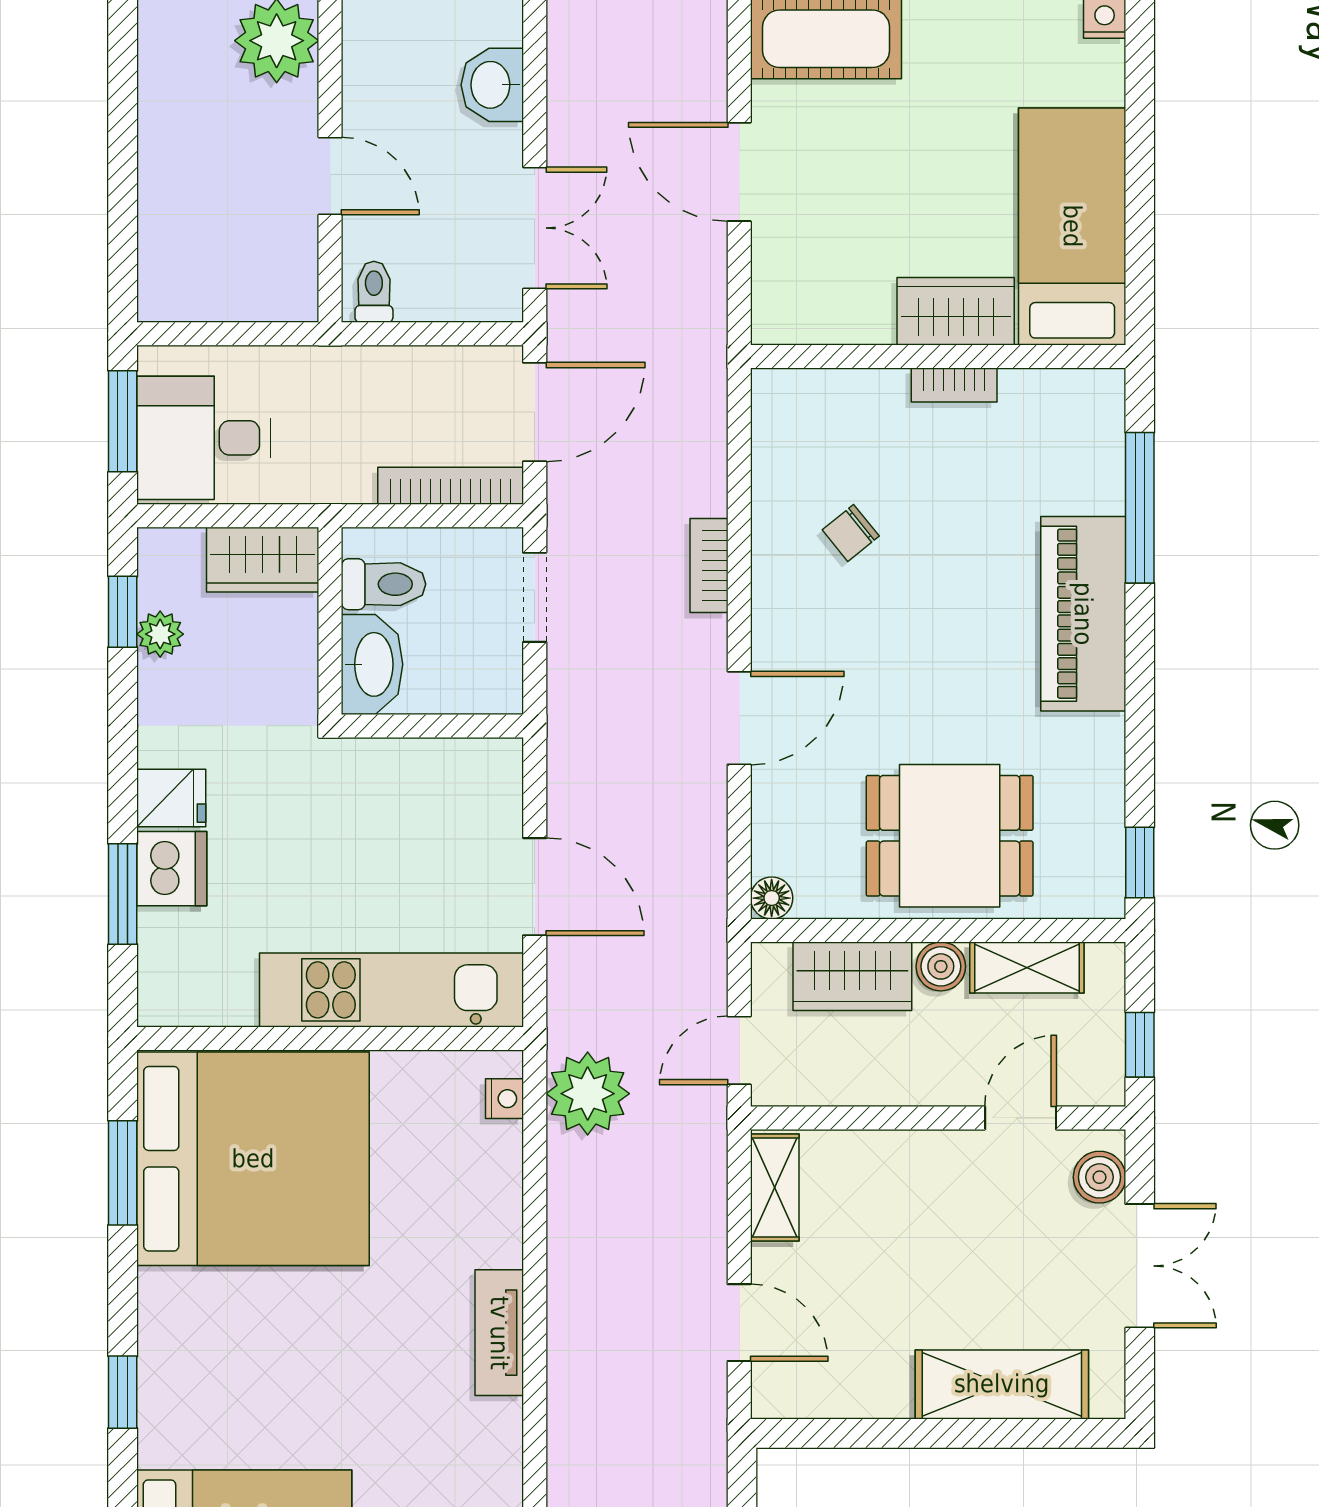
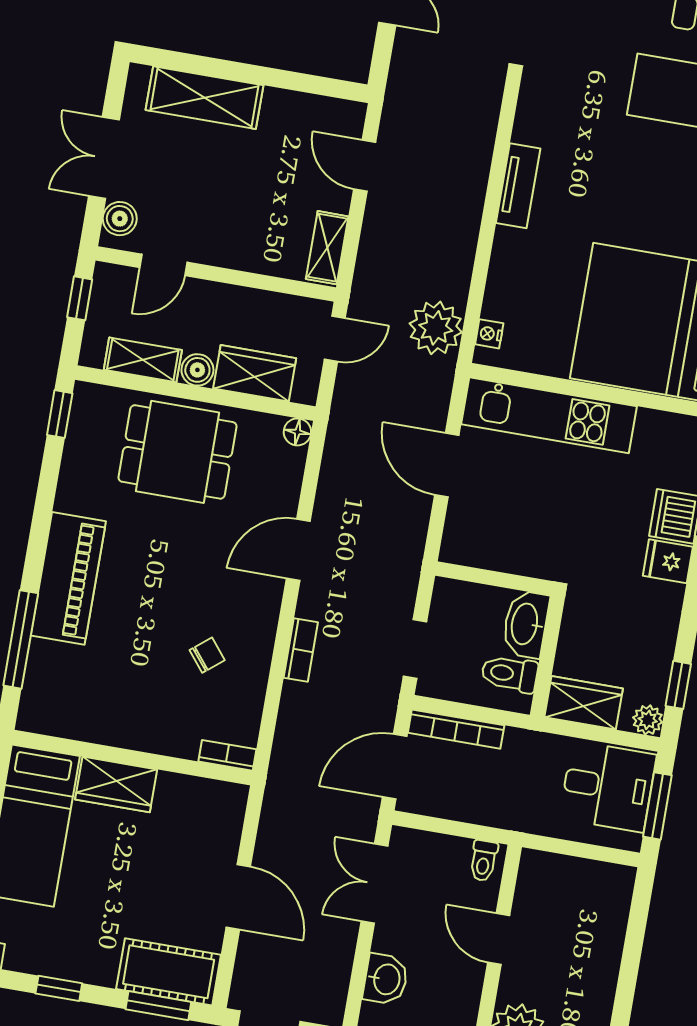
bookcase: (954, 385) -> (227, 755), moved
plant: (160, 634) -> (648, 720), moved

